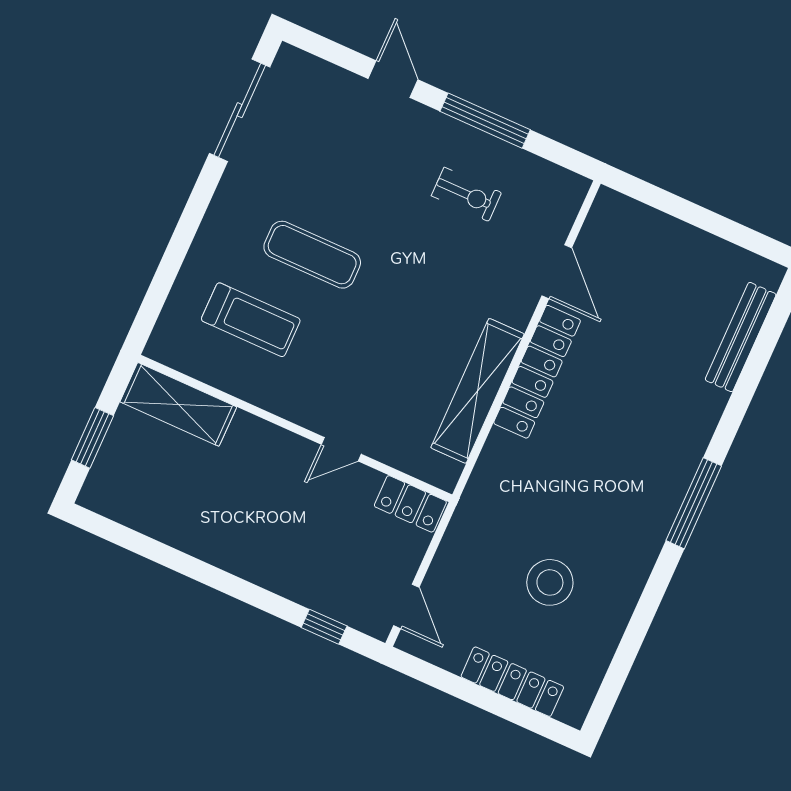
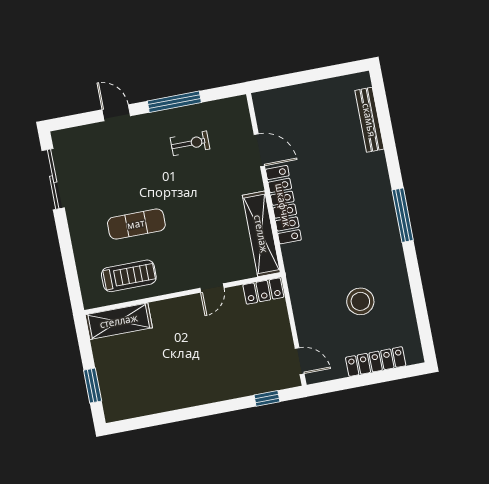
shelving: (178, 404) -> (119, 321), moved
wall: (295, 428) -> (183, 294), moved
door: (341, 449) -> (212, 288), moved
locker: (410, 504) -> (263, 291), moved

